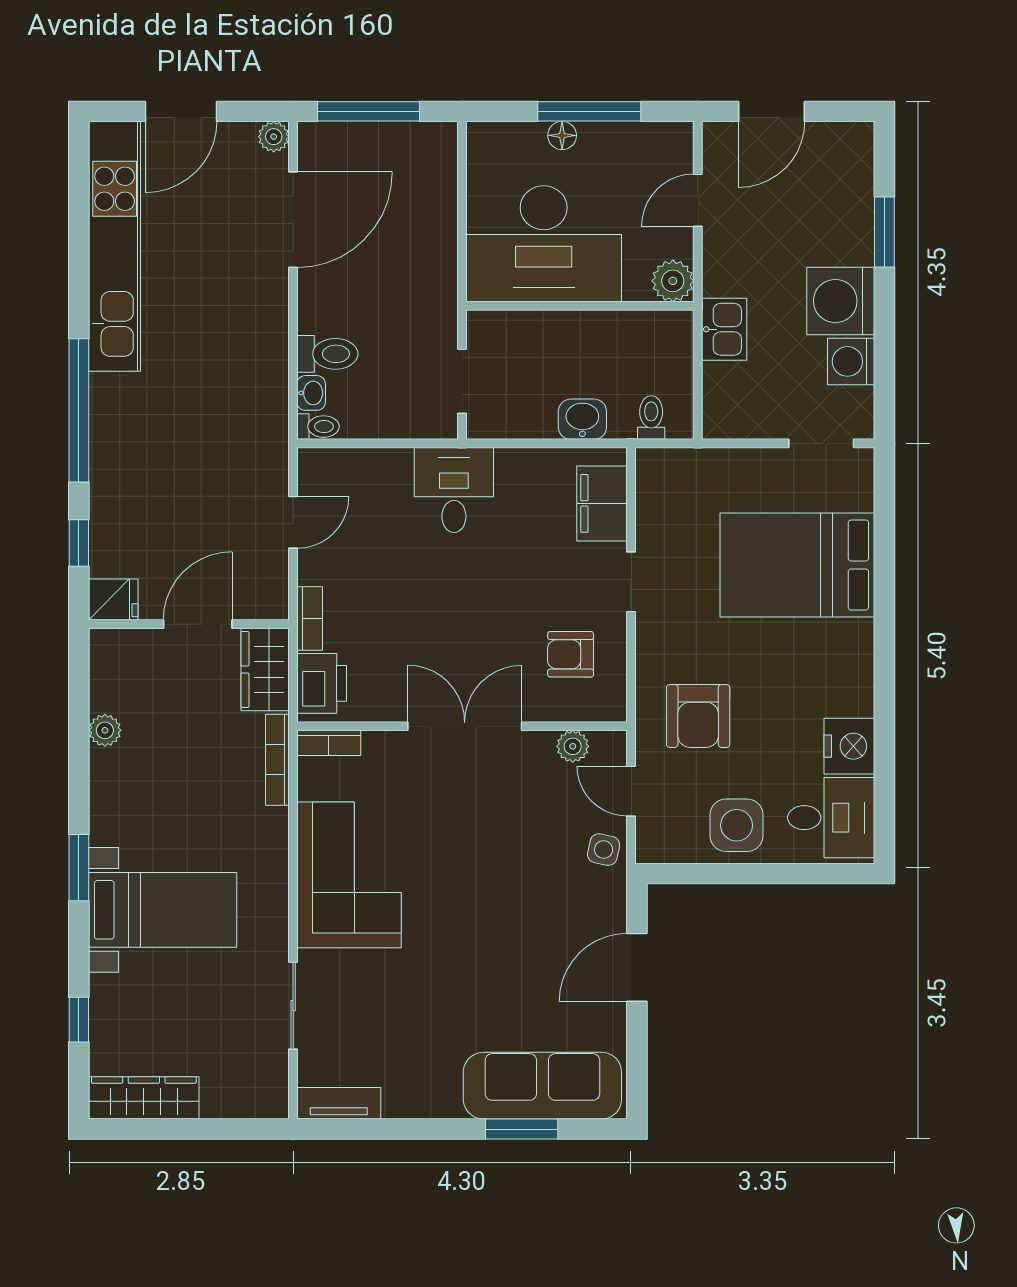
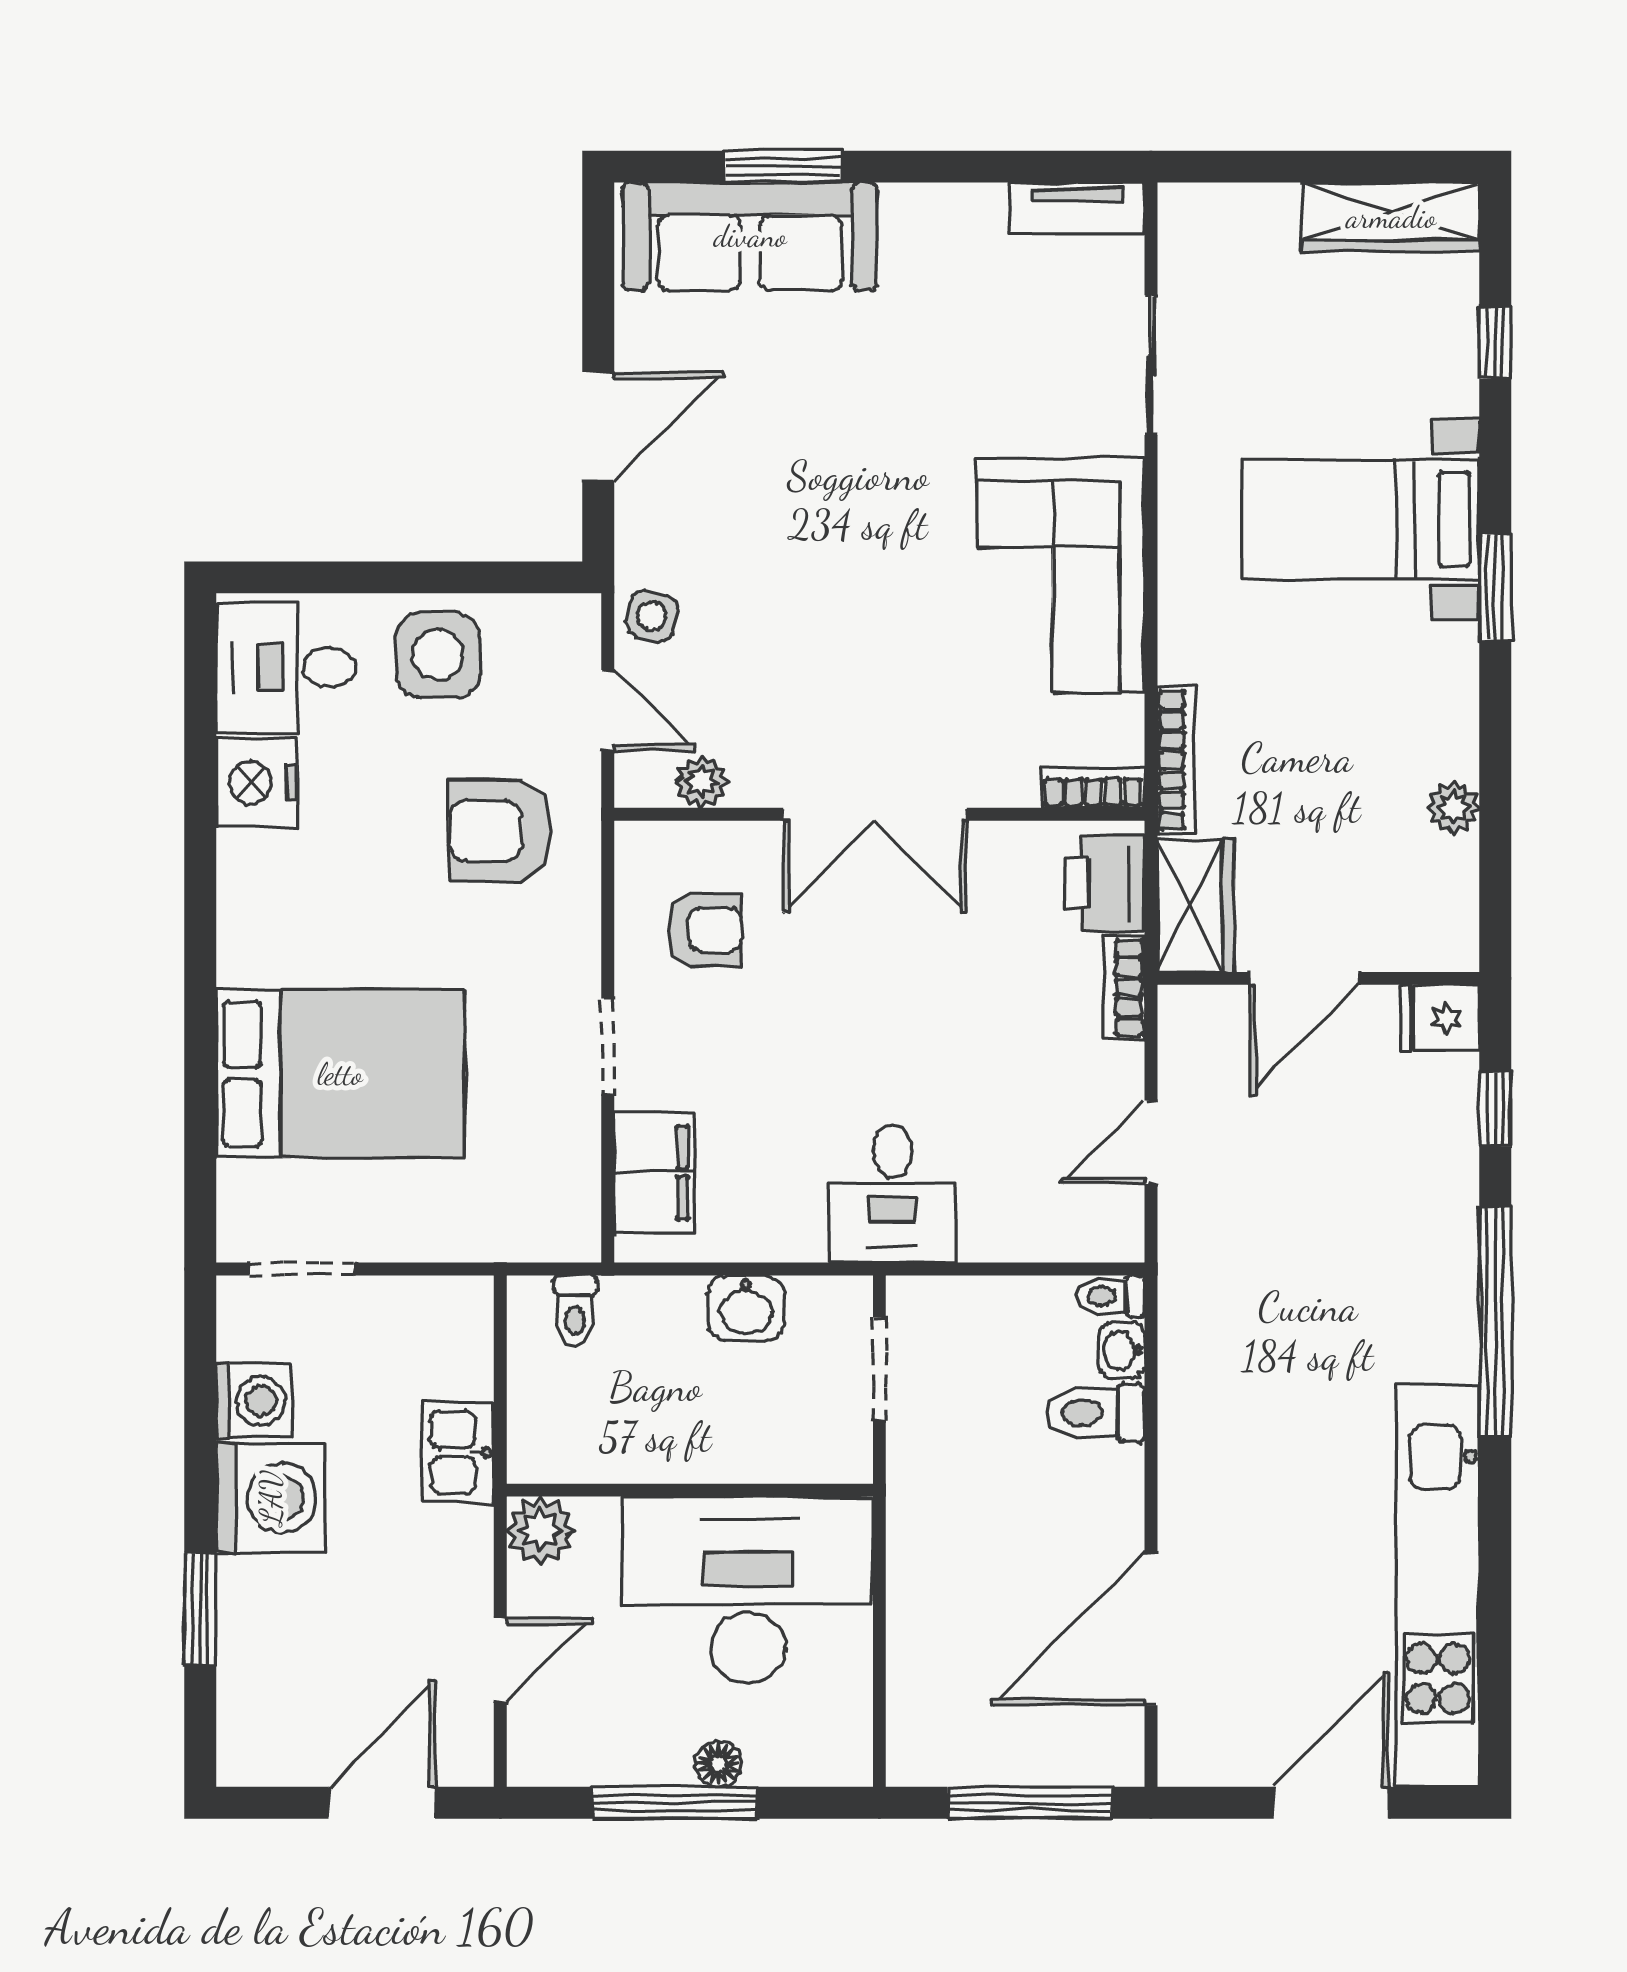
plant: (274, 137) -> (1182, 1762), removed
washbasin: (582, 419) -> (746, 1308), moved
armchair: (698, 716) -> (500, 831), turned -90

